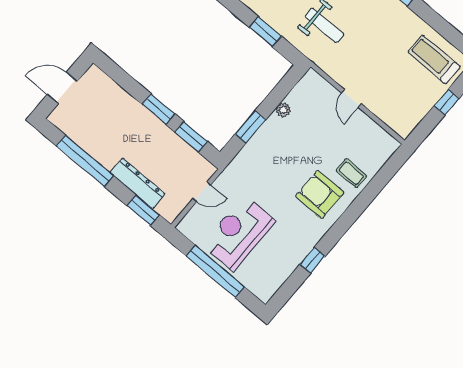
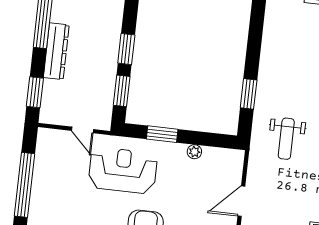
door: (351, 98) -> (241, 201), width x1.38
dresser: (138, 183) -> (56, 51), moved
reception desk: (239, 233) -> (123, 170), moved

